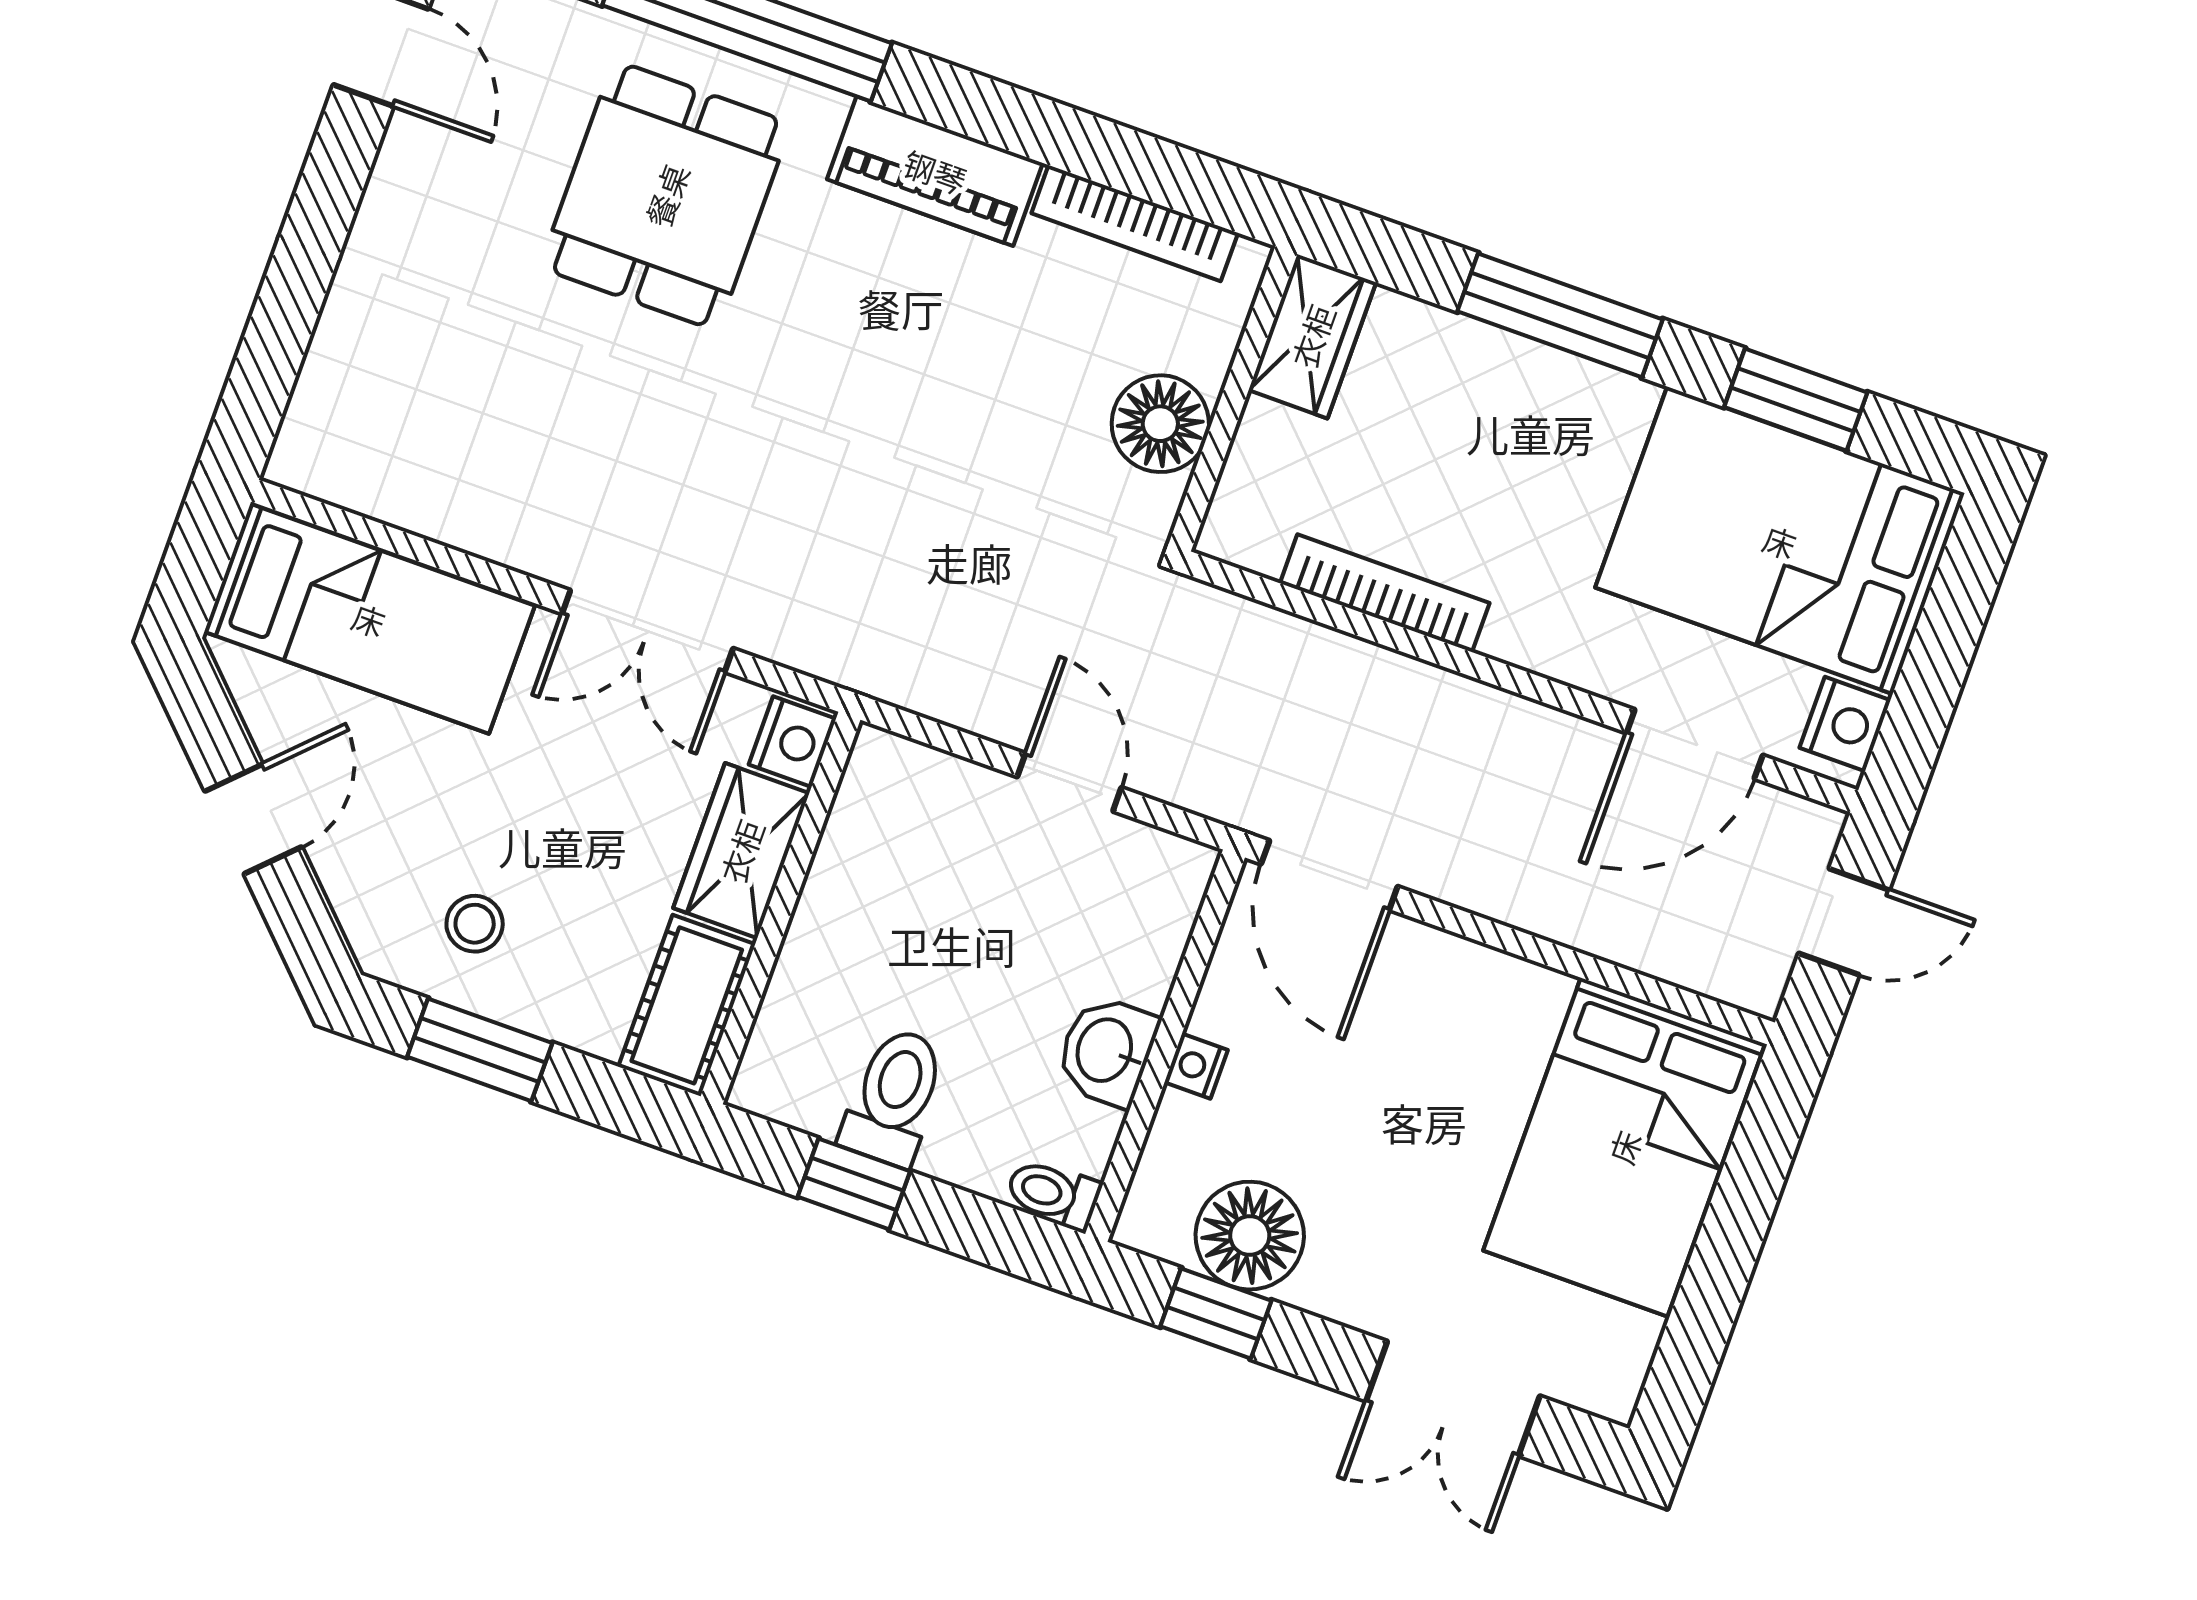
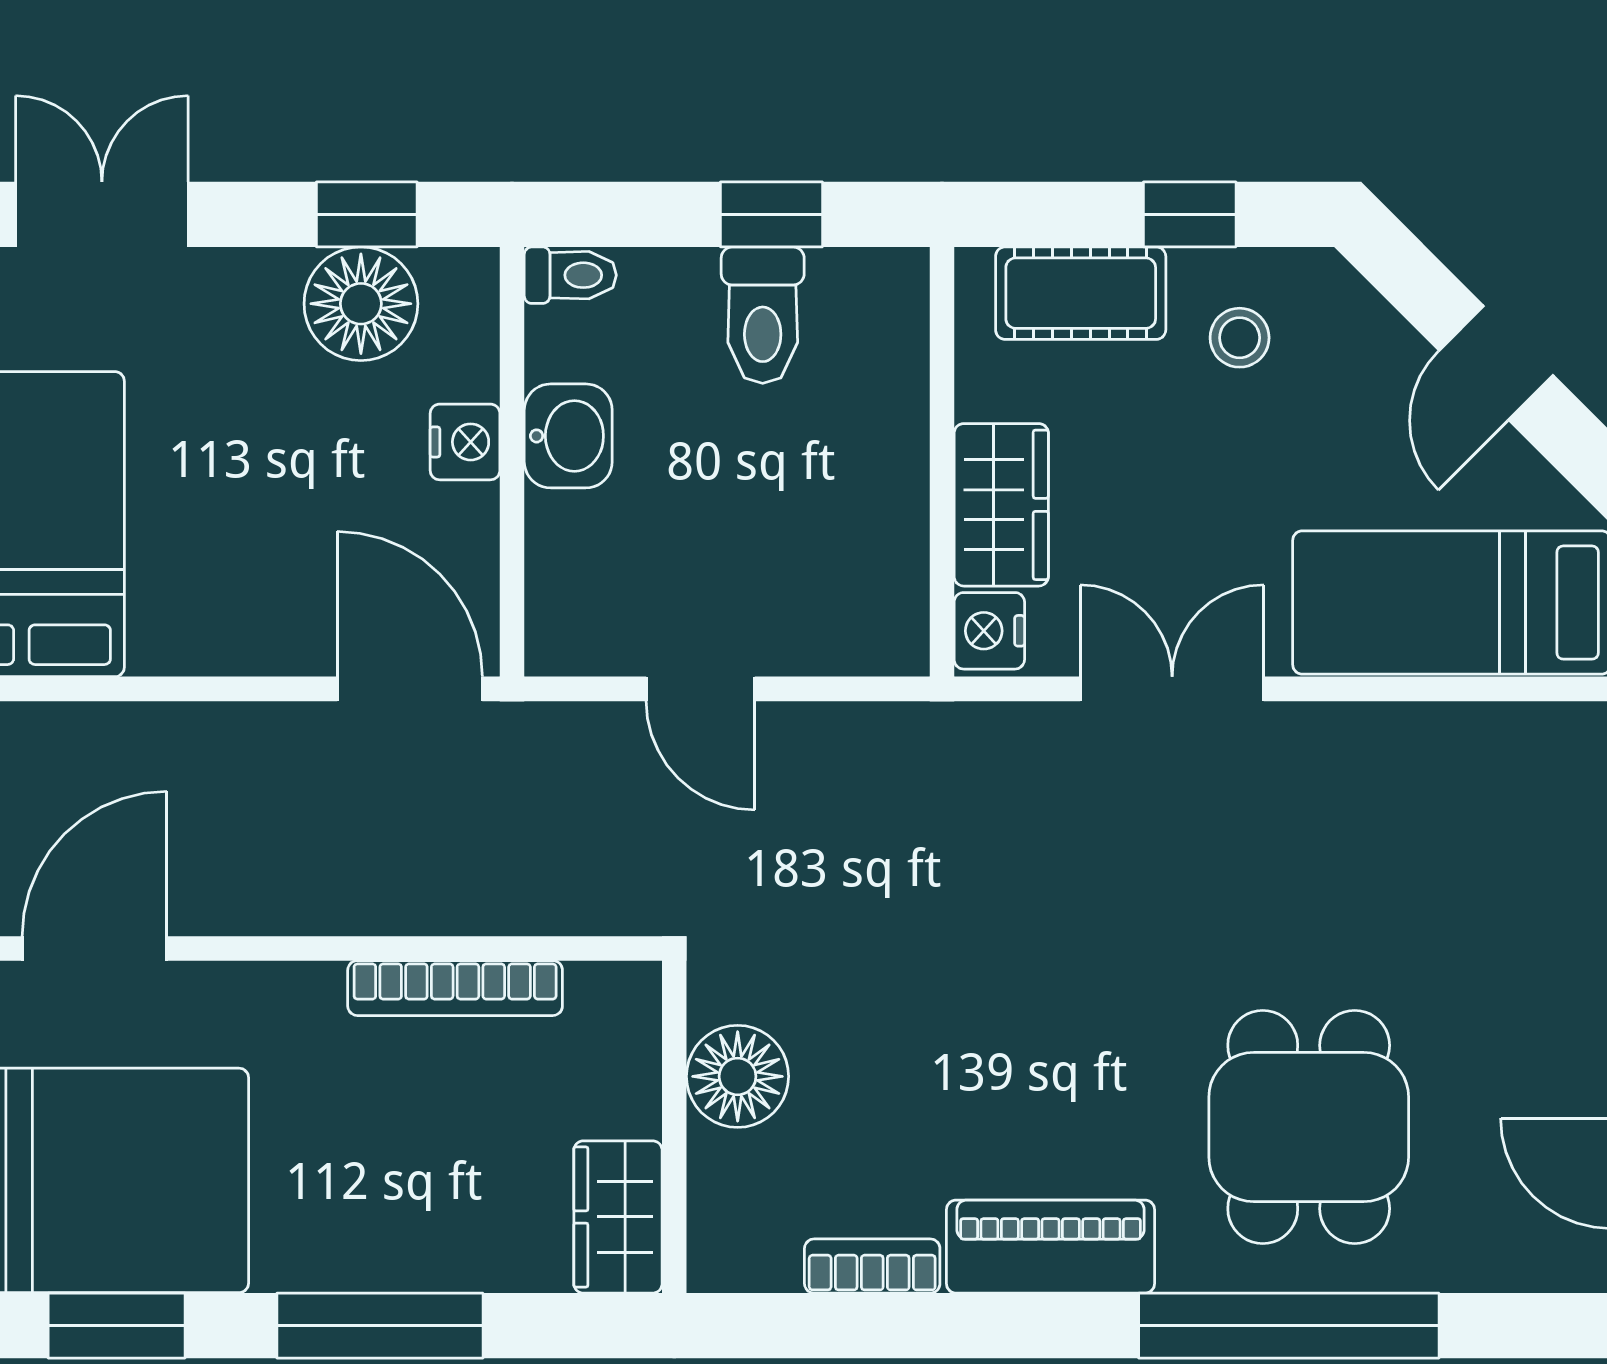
bookcase: (1135, 223) -> (872, 1266), width x0.64
cot: (687, 1005) -> (1081, 293), moved, turned 90
window: (480, 1050) -> (1190, 214), width x0.67
nightstand: (1196, 1066) -> (465, 442), width x1.39, depth x1.35

